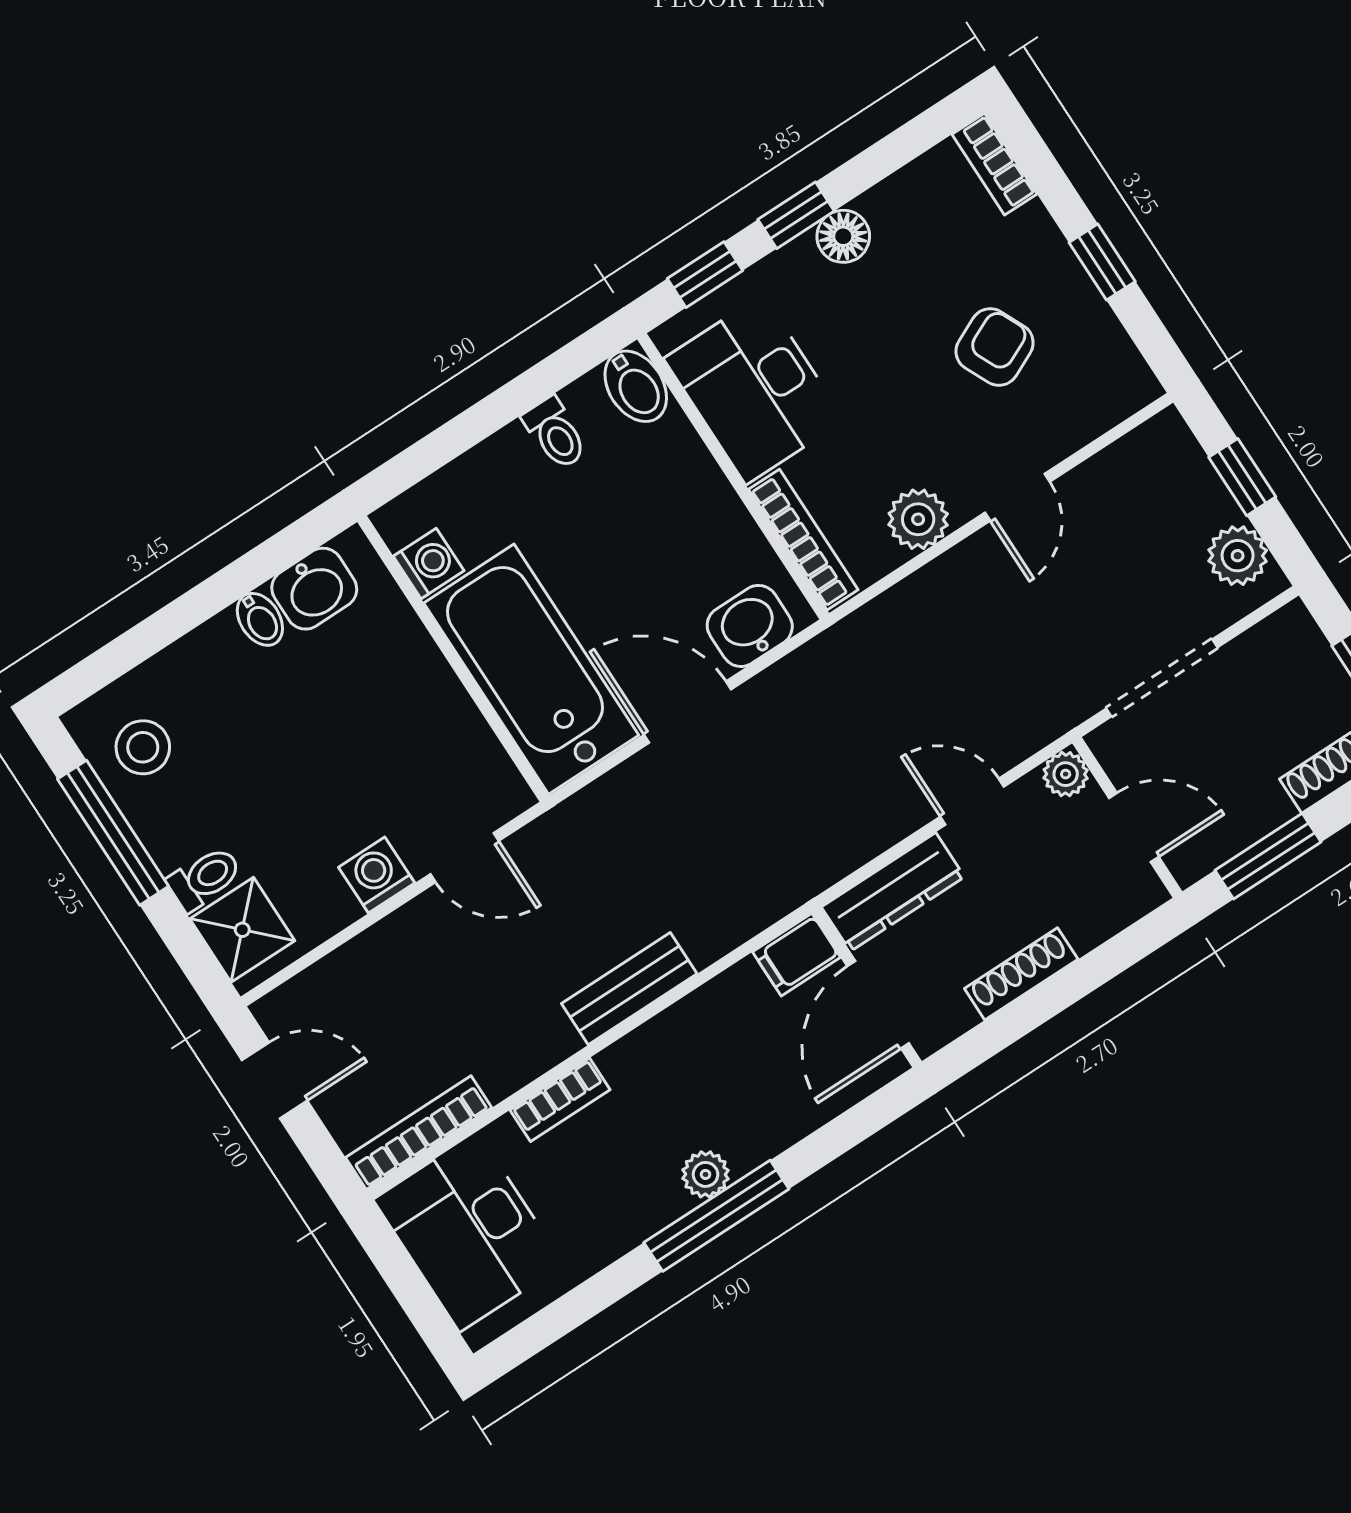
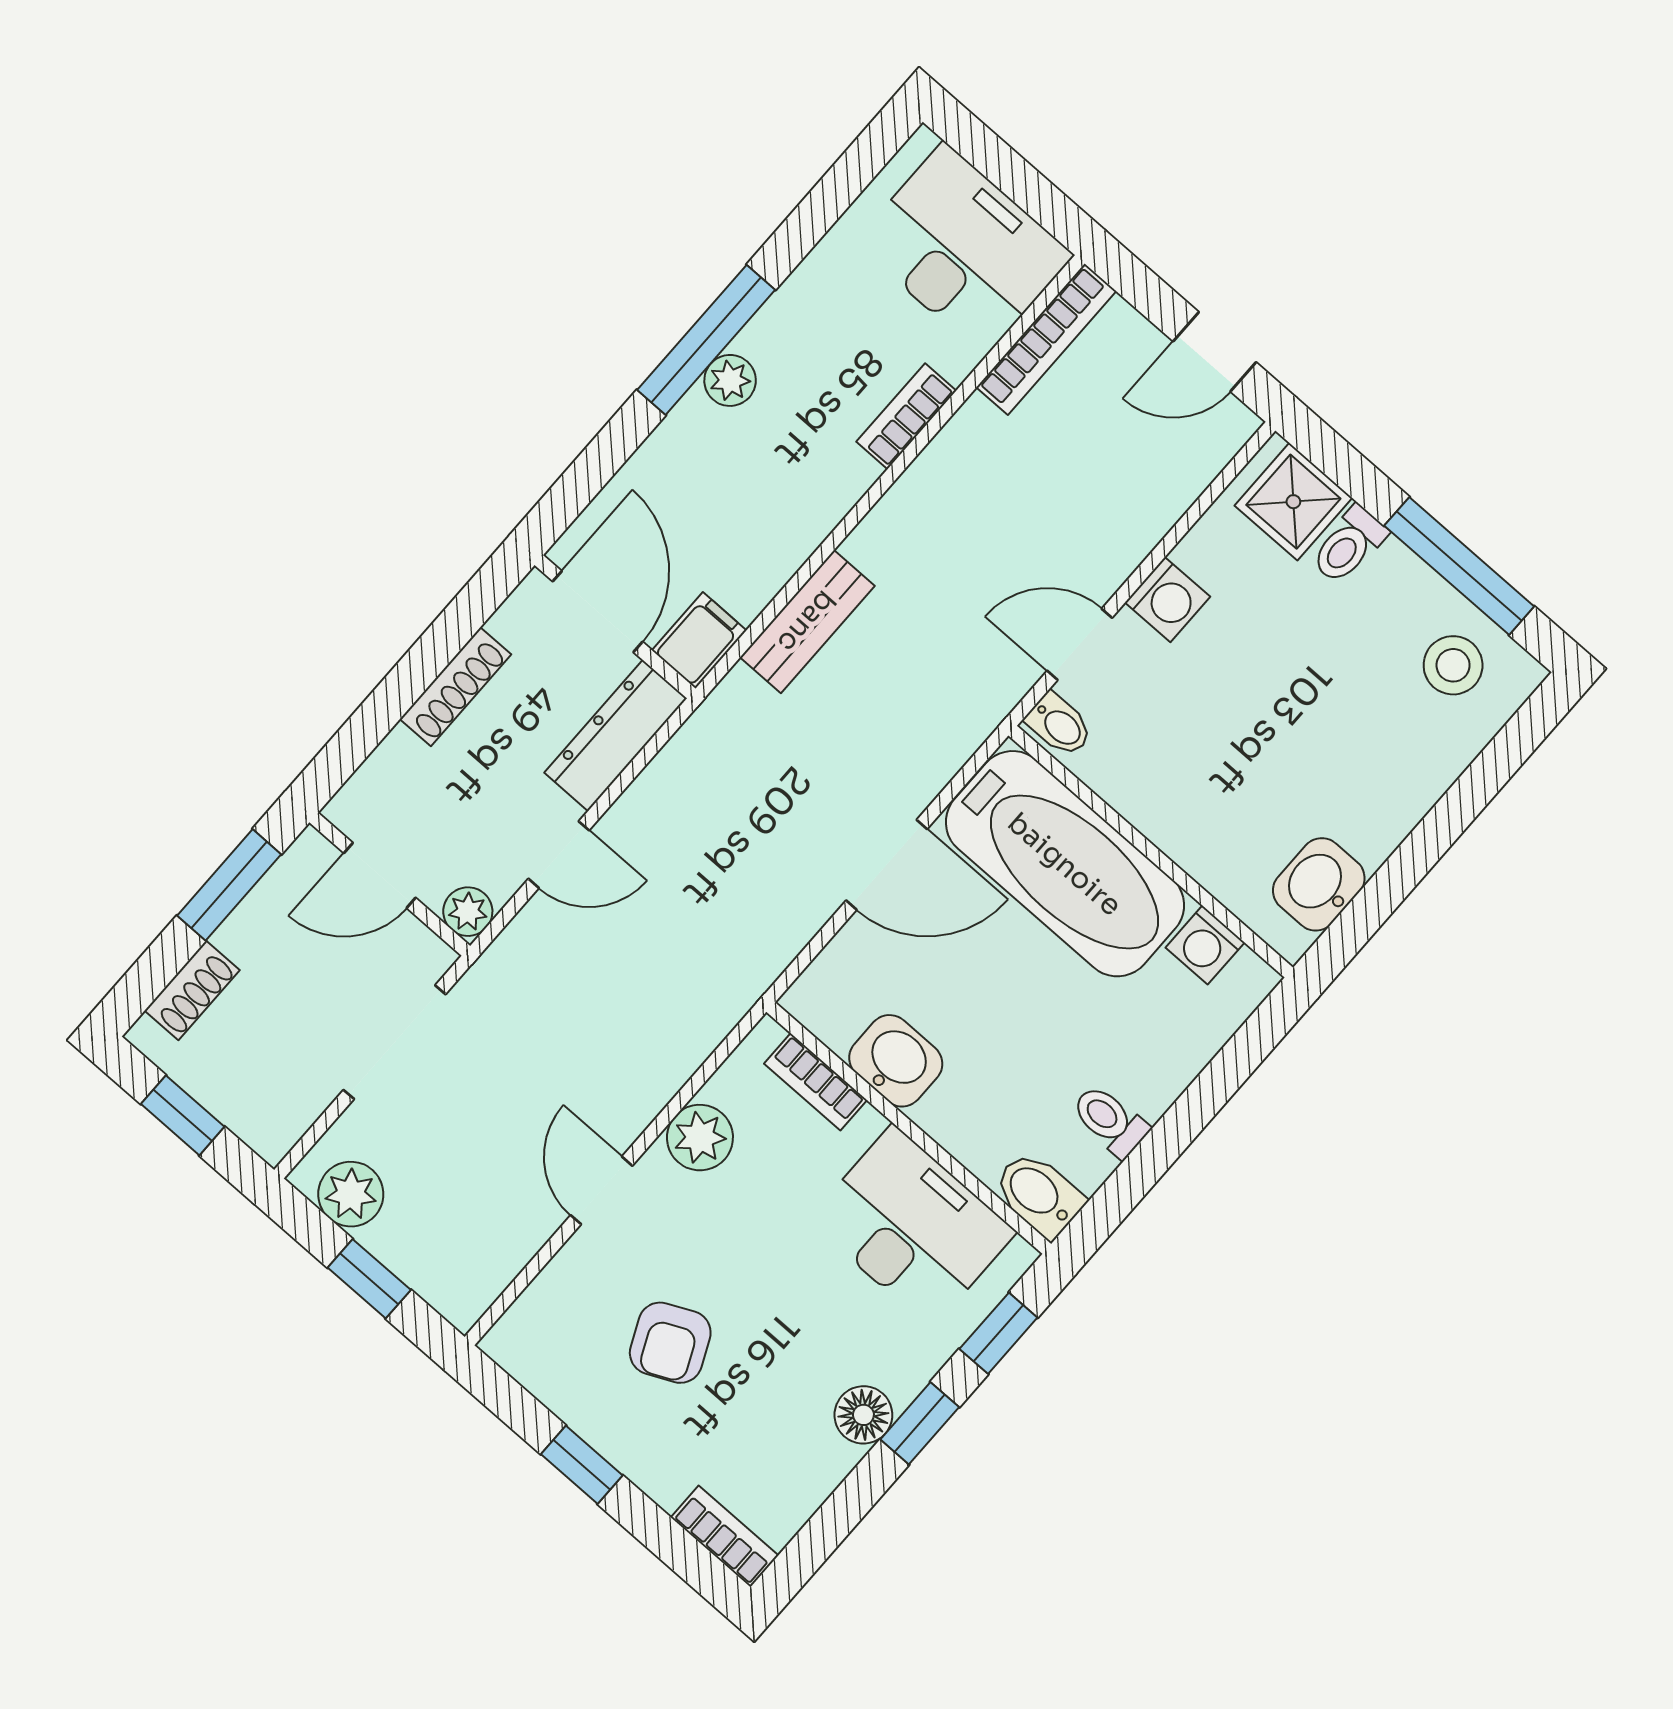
bookcase: (803, 540) -> (816, 1082), width x0.64
bidet: (260, 619) -> (1059, 725), moved, turned 180
washbasin: (750, 626) -> (896, 1061), moved, turned -90
bench: (629, 989) -> (807, 622), moved

